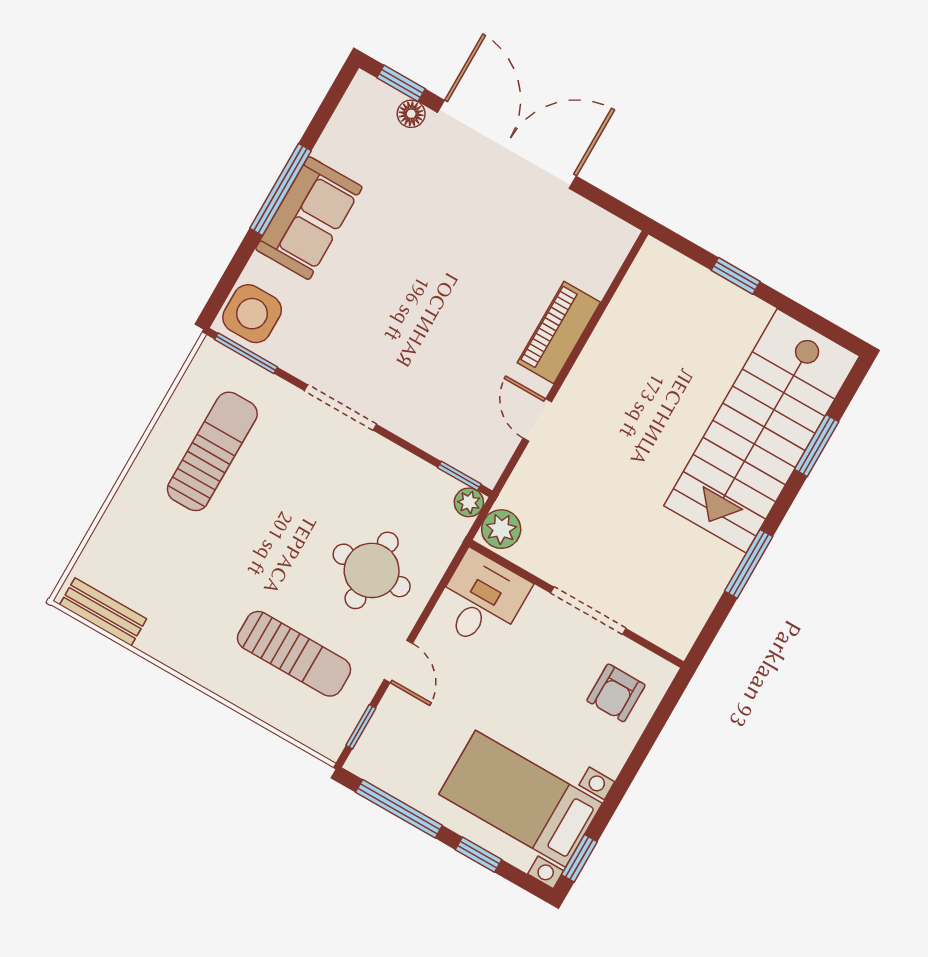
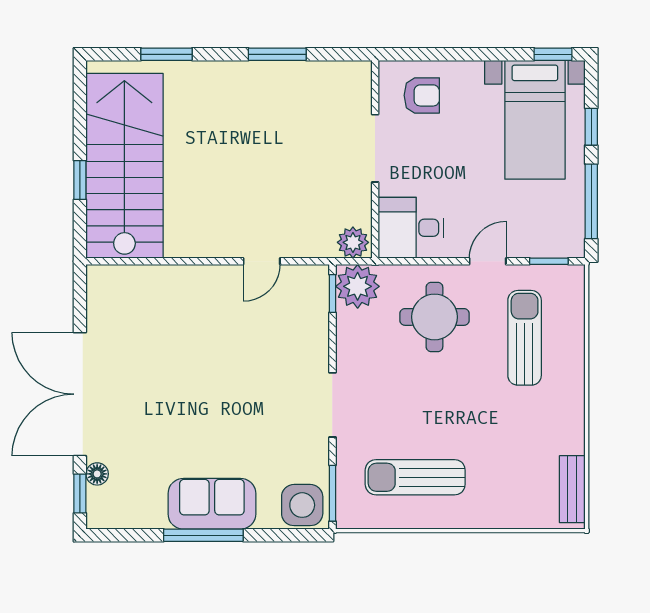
piano: (559, 333) -> (191, 281), removed
stairs: (762, 431) -> (124, 166), moved, turned -90
plant: (469, 502) -> (358, 286), width x1.88, depth x1.88

